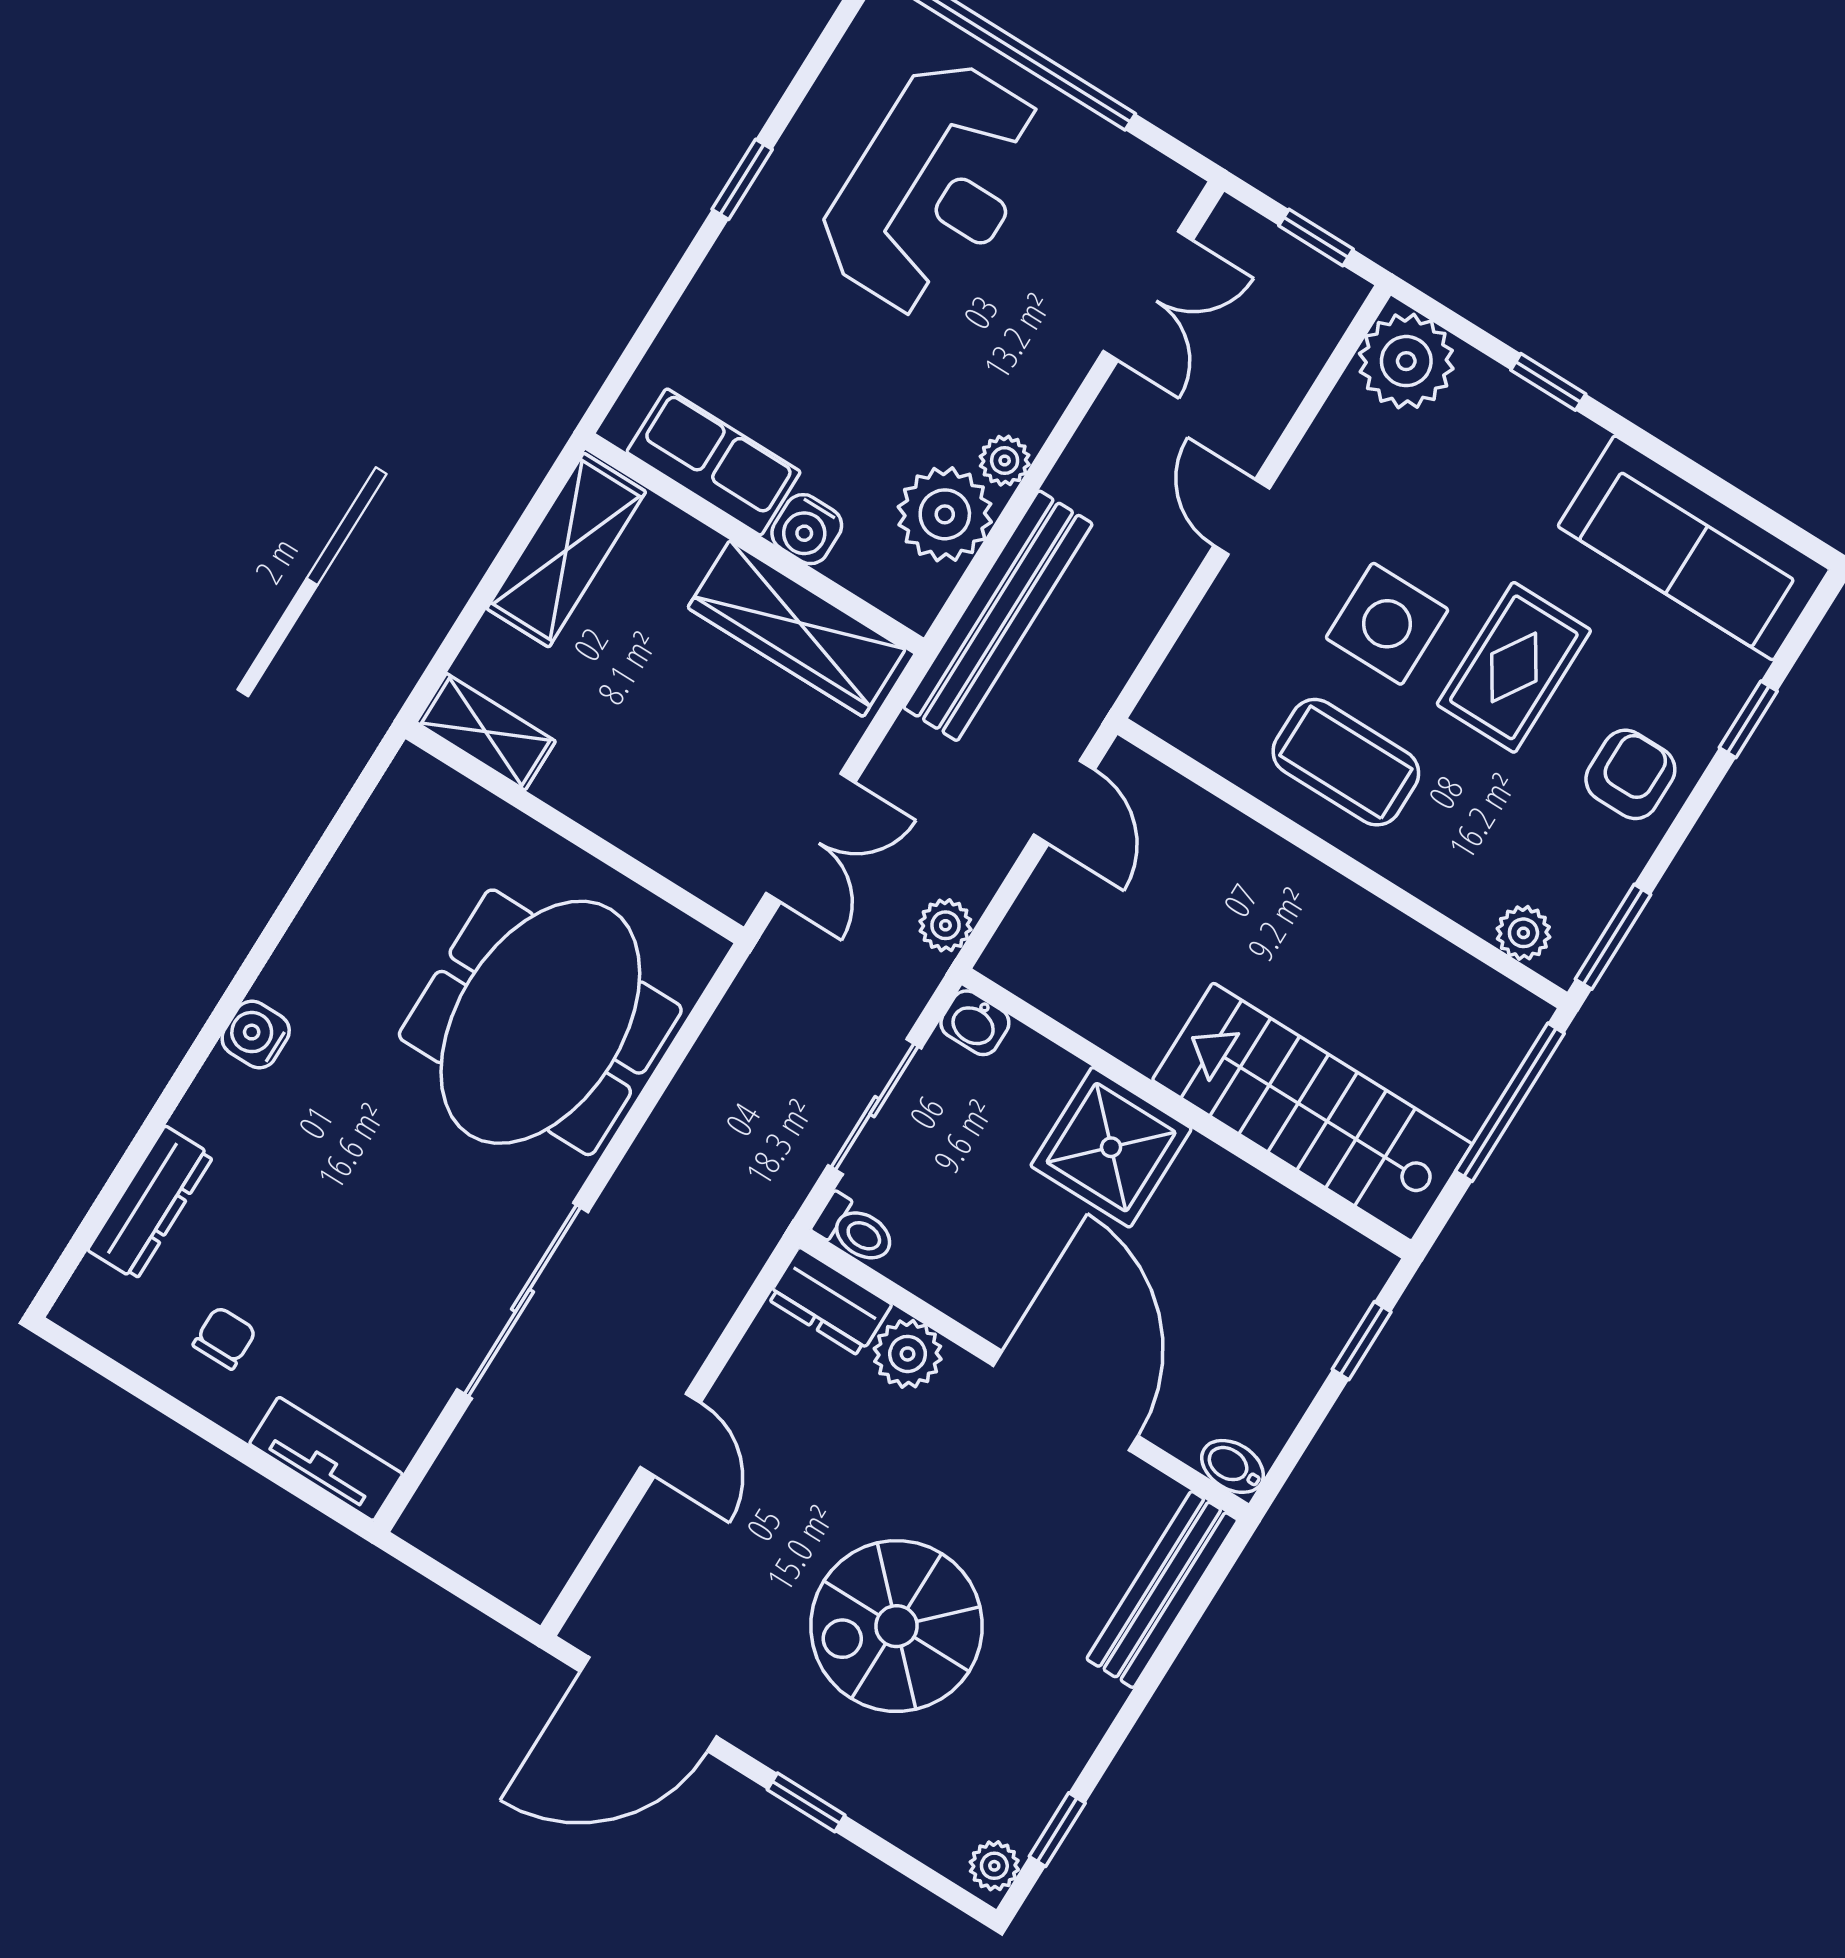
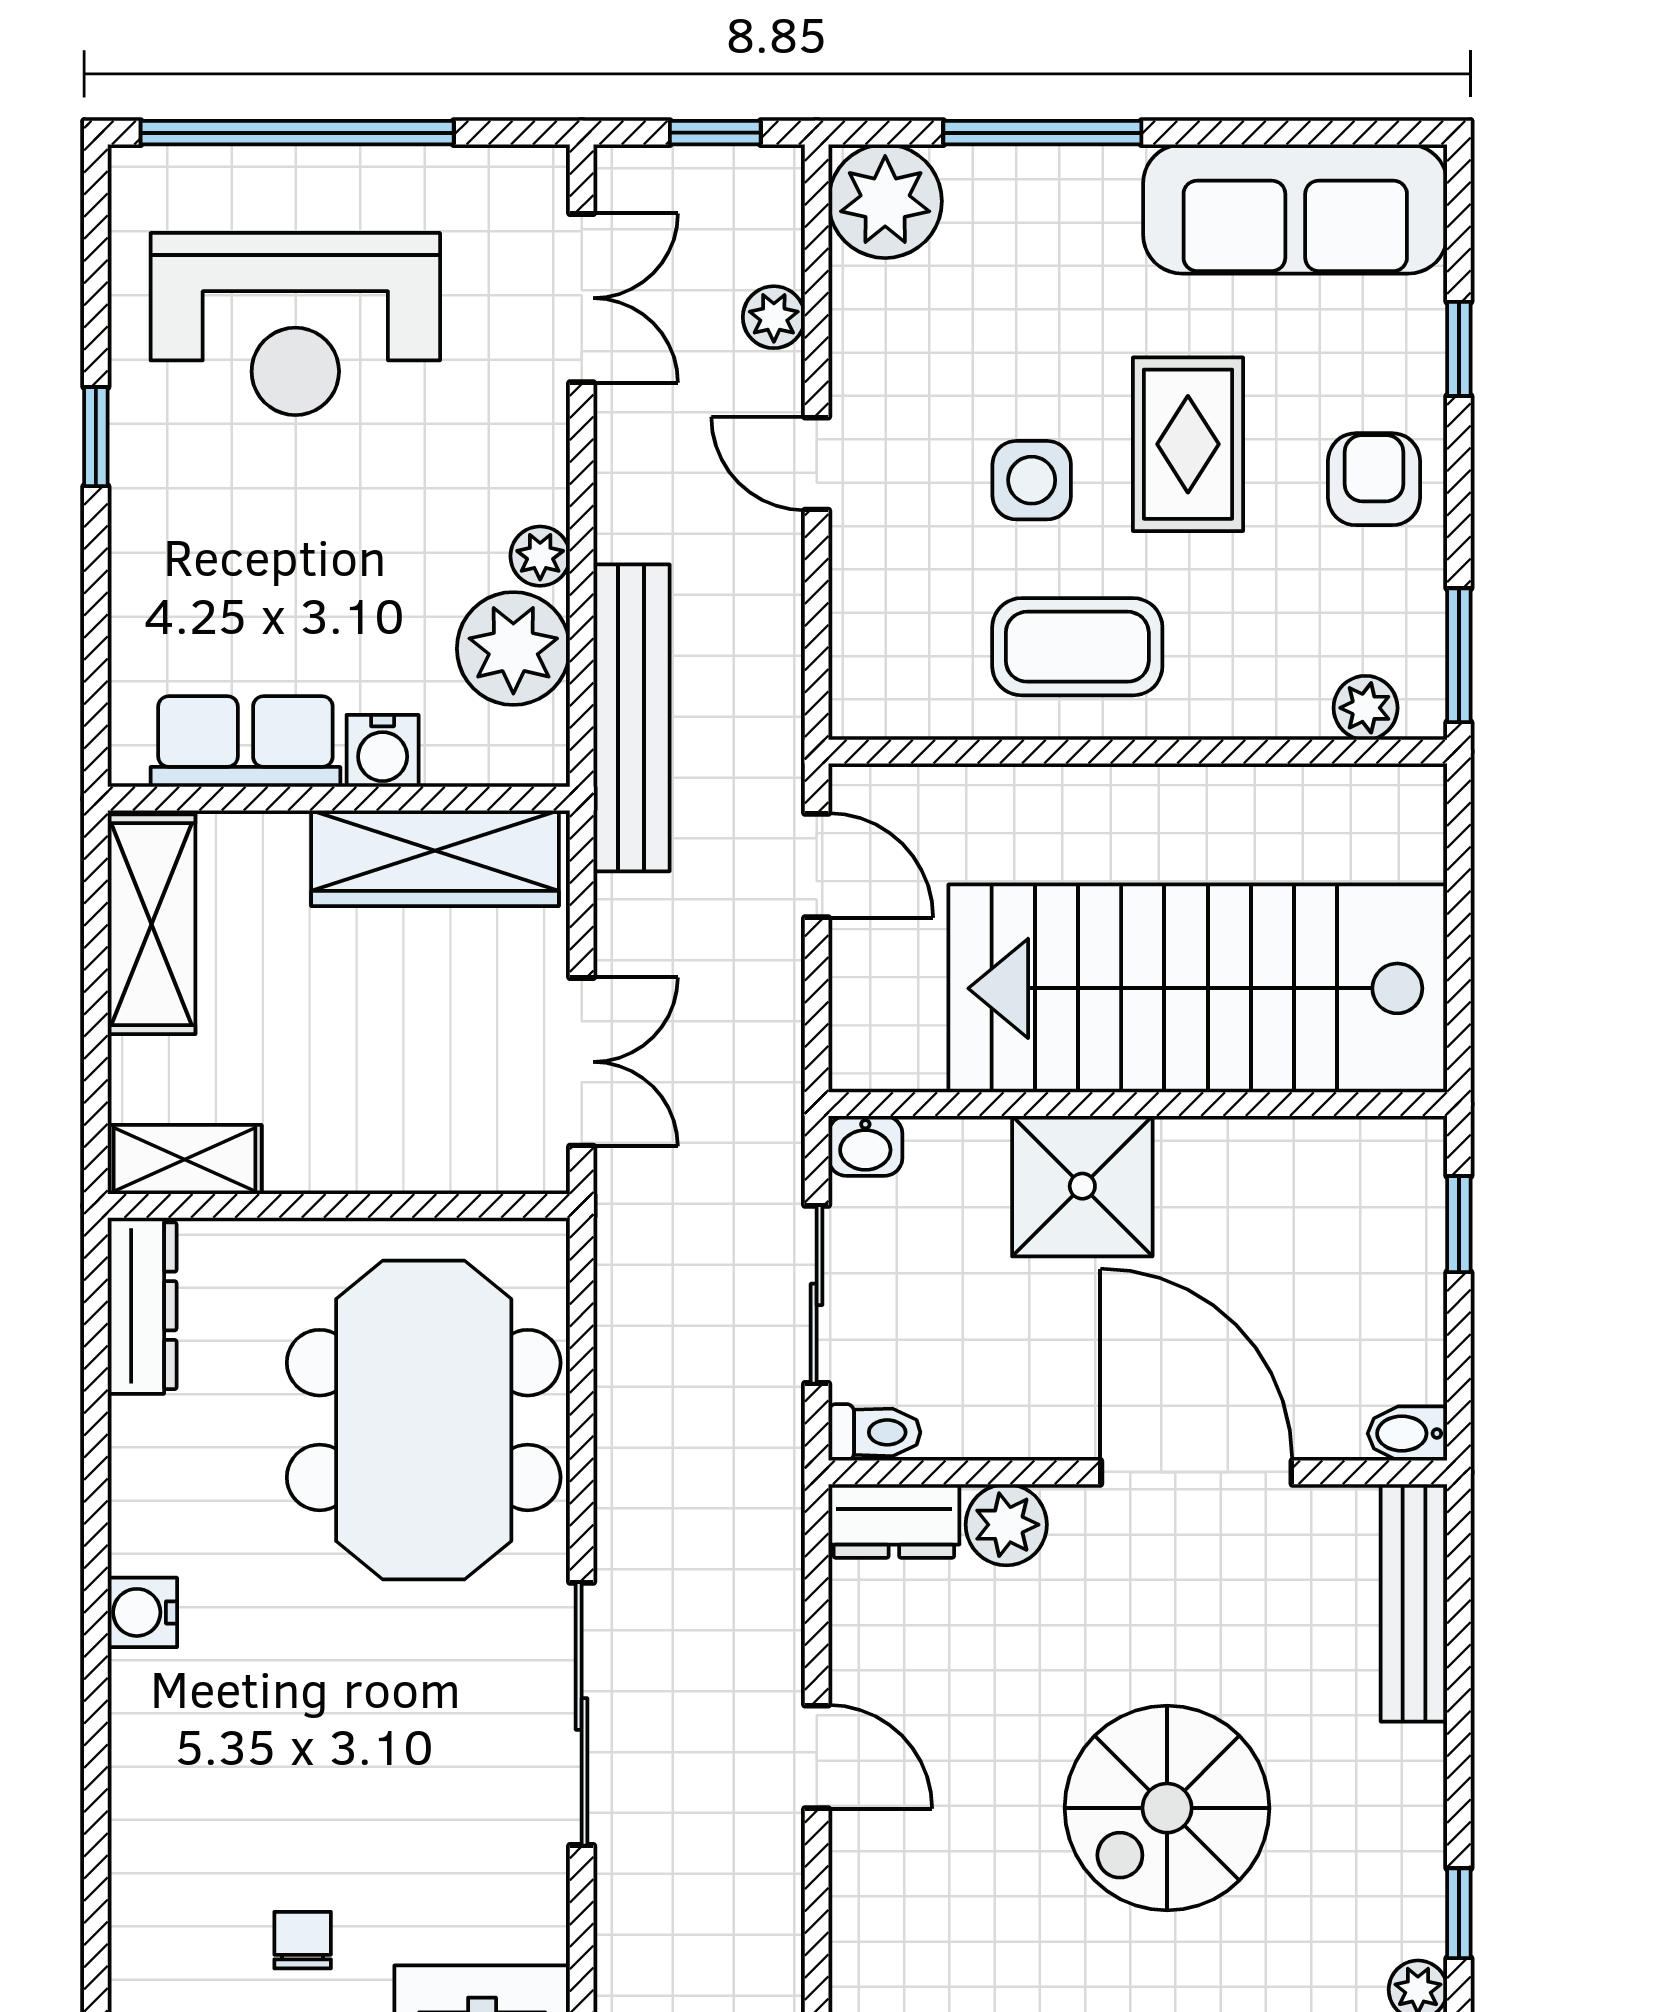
reception desk: (933, 188) -> (295, 324), turned 90
window: (1548, 382) -> (1042, 133), width x2.17
side table: (1387, 624) -> (1032, 480), width x0.73, depth x0.73
plant: (945, 925) -> (774, 317), moved
window: (1510, 1102) -> (1459, 888), removed
stairs: (1312, 1112) -> (1198, 988), width x1.36, depth x1.51
dresser: (151, 1203) -> (142, 1306), moved

